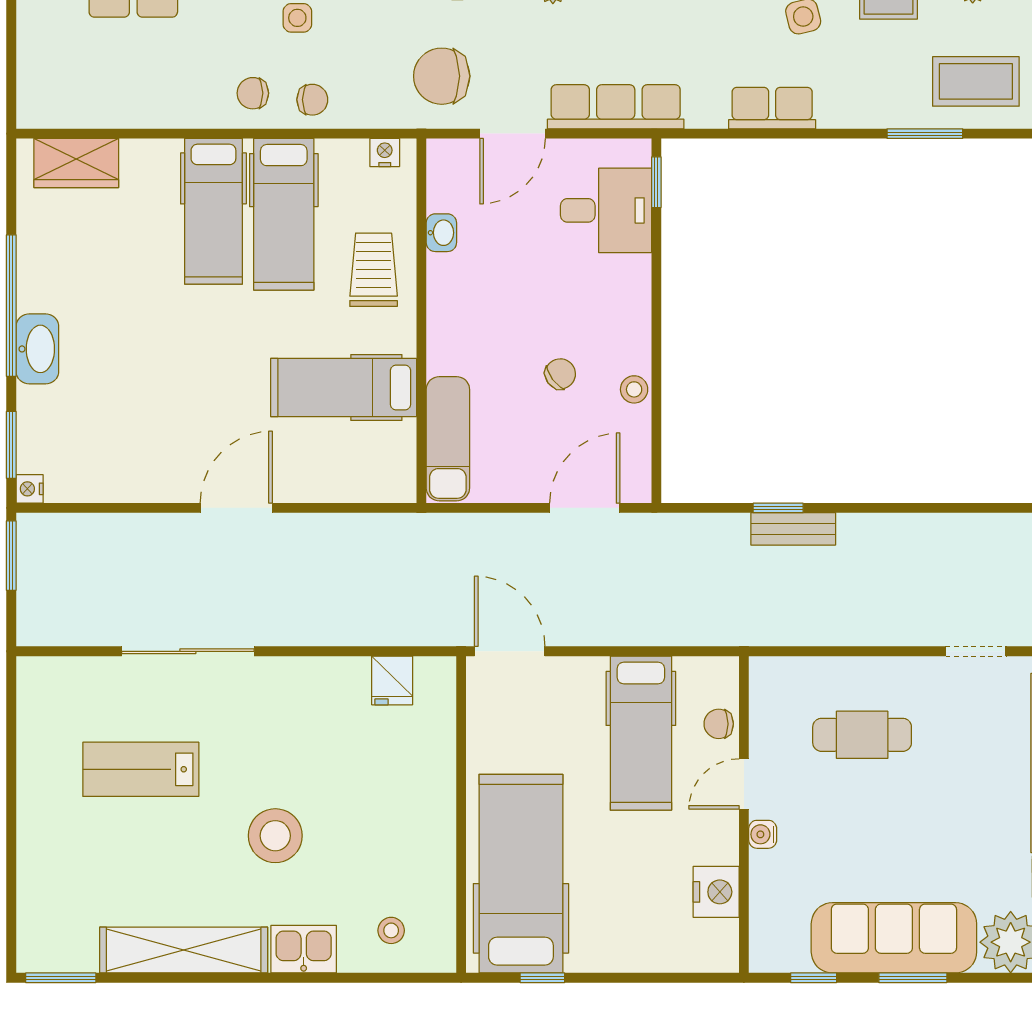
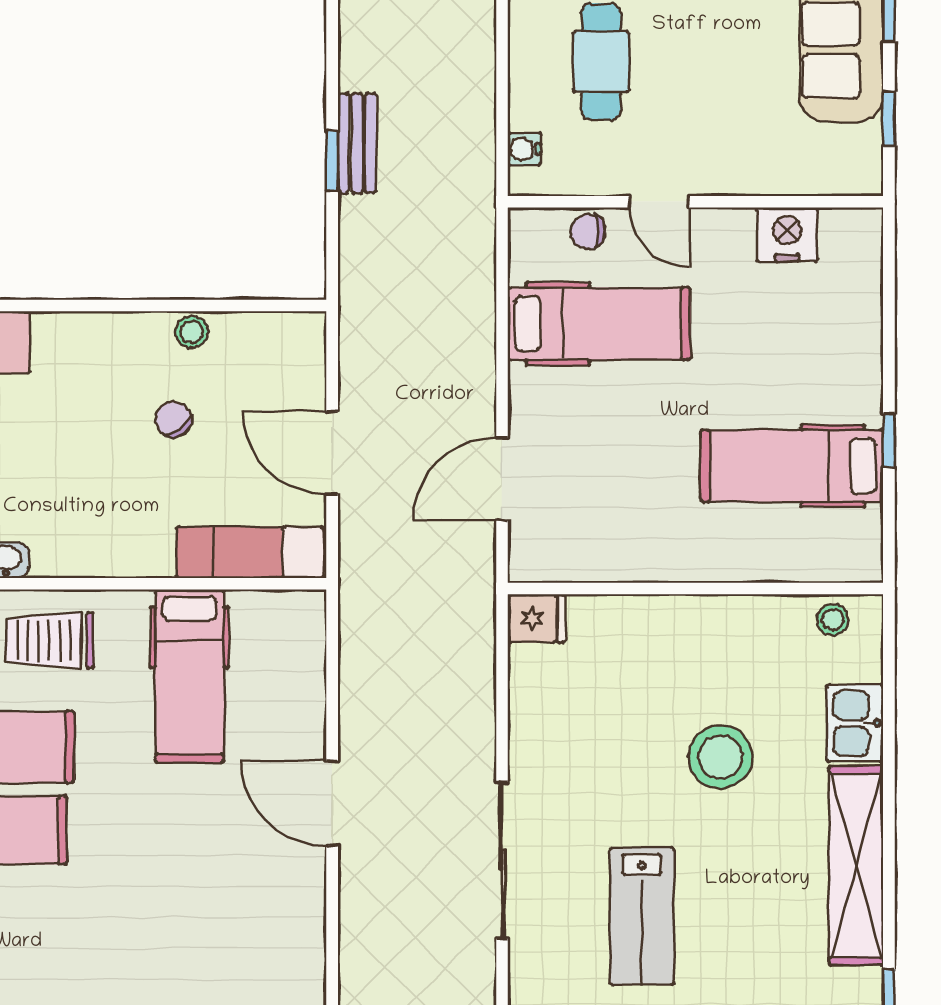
door: (585, 508) -> (332, 453), moved
chair: (719, 724) -> (588, 232), turned 90
wall: (461, 815) -> (695, 589), moved
water cooler: (763, 834) -> (524, 149), moved, turned 90
hospital bed: (521, 874) -> (792, 466), width x0.73, depth x0.78

